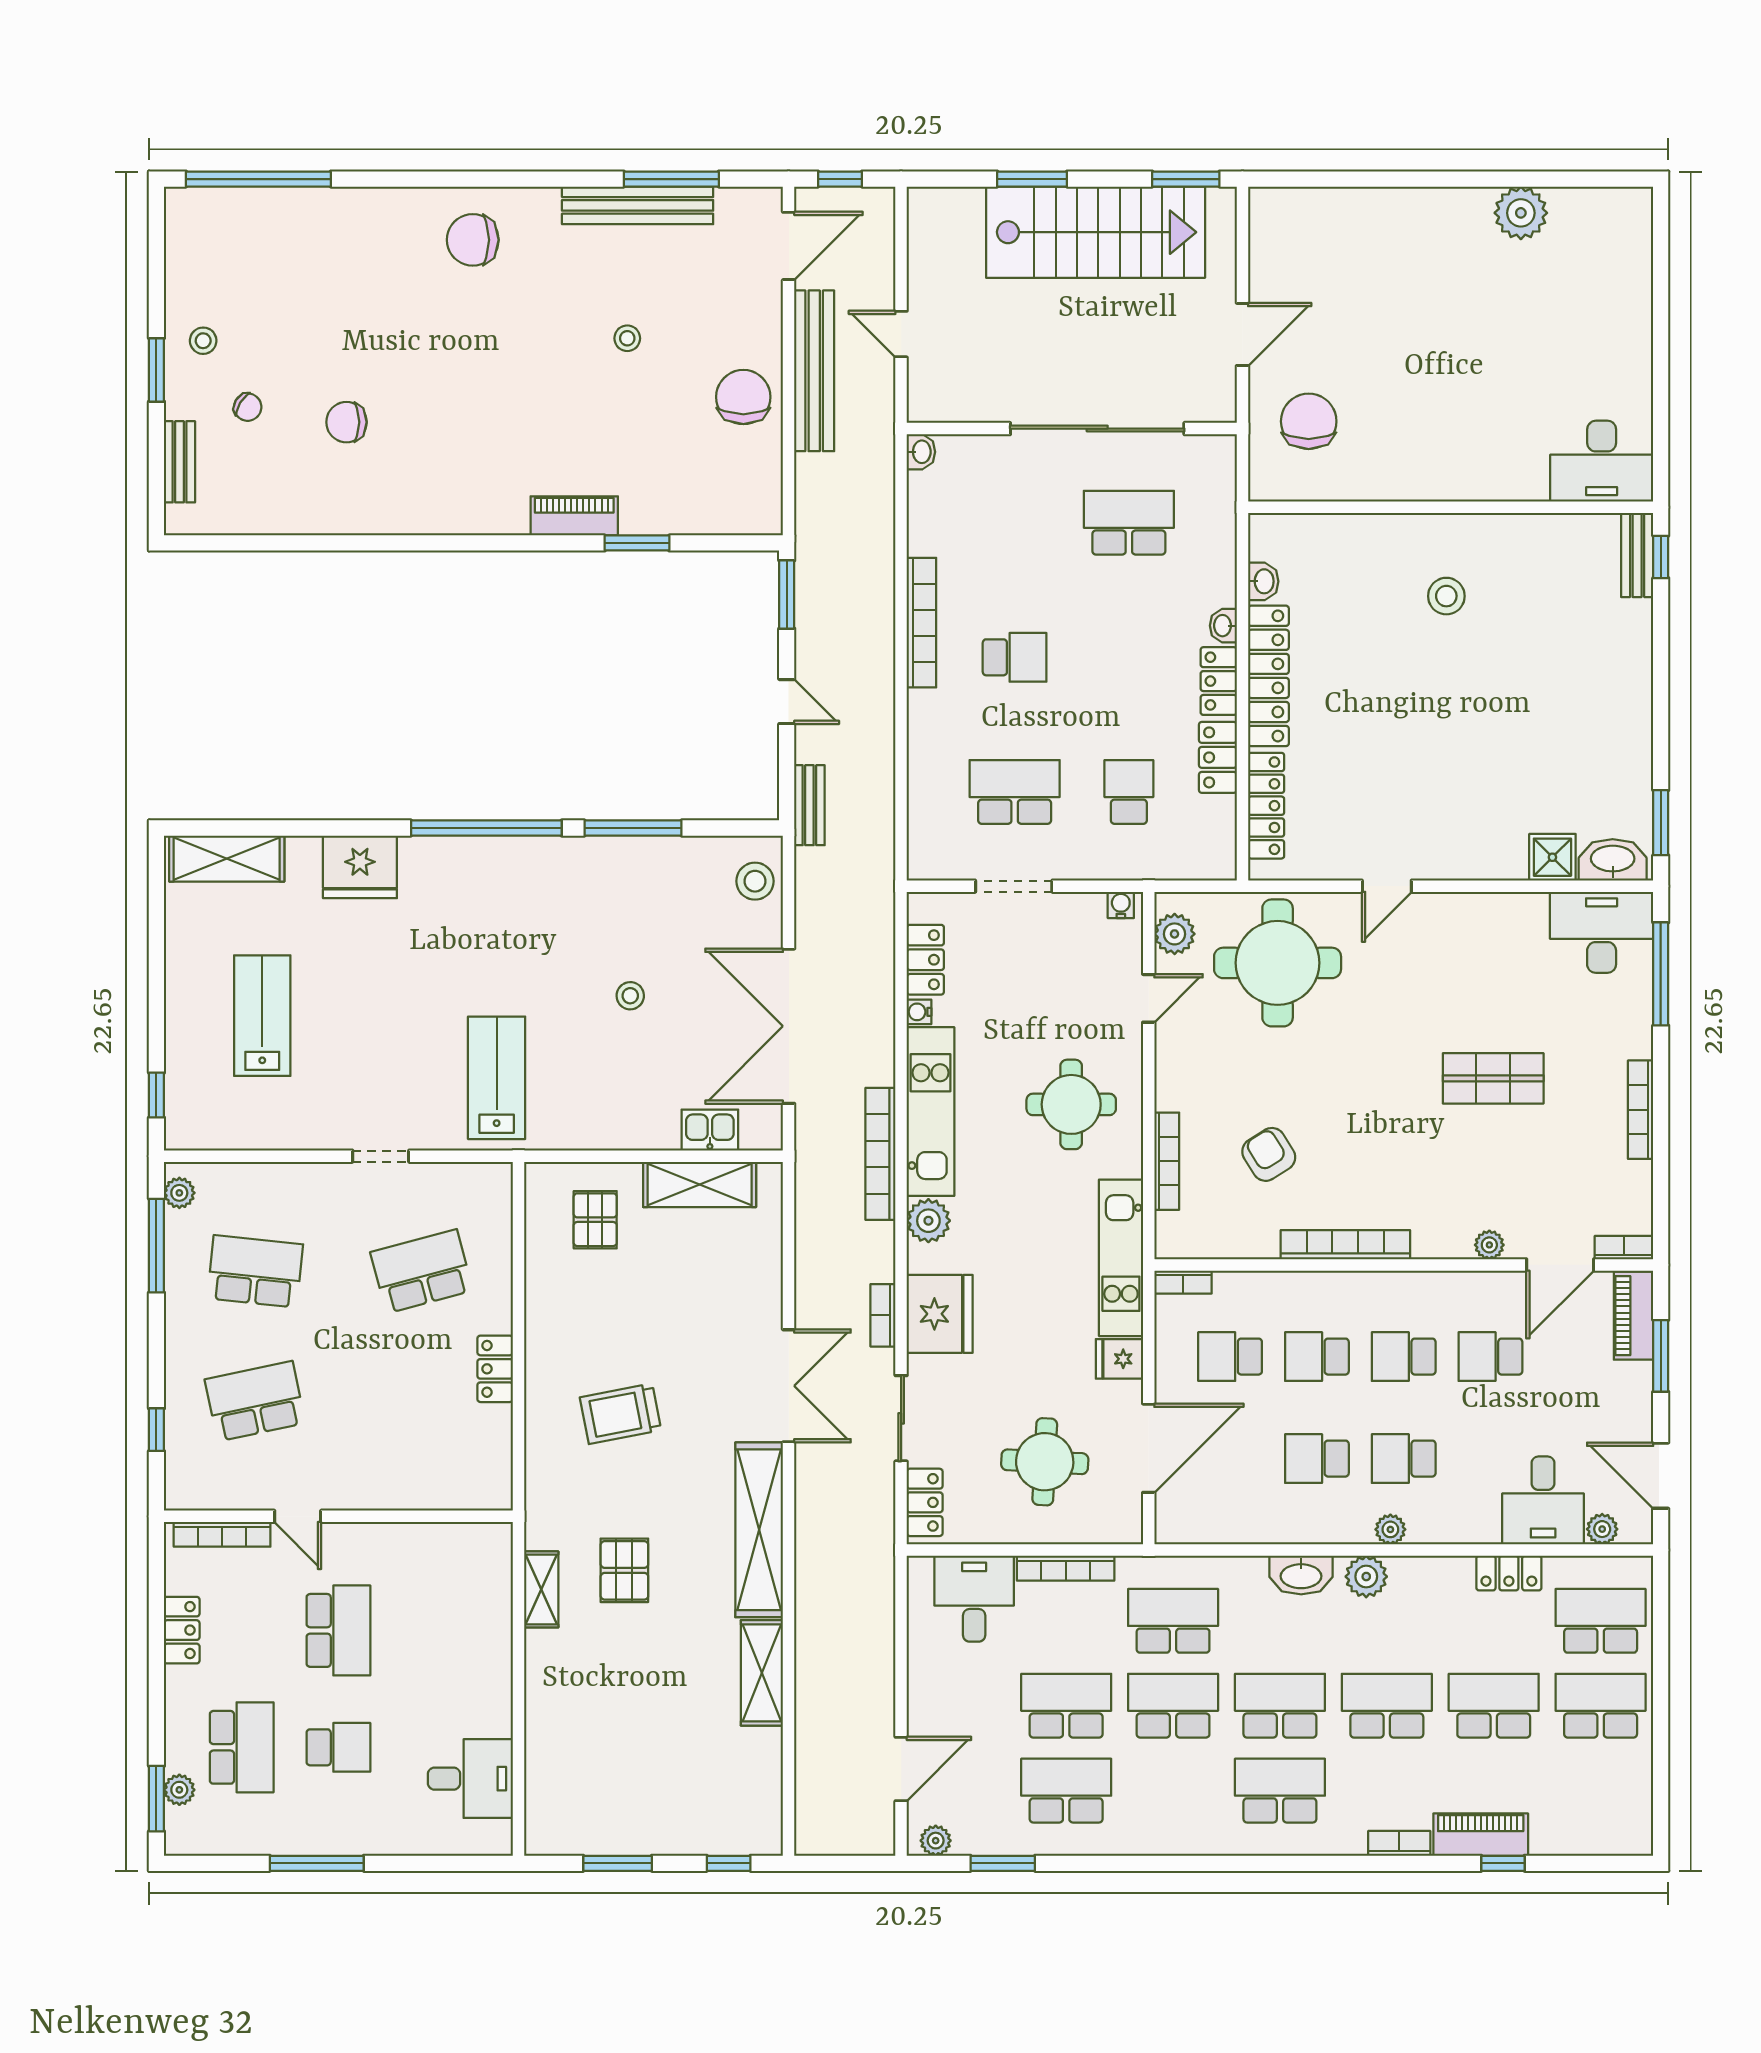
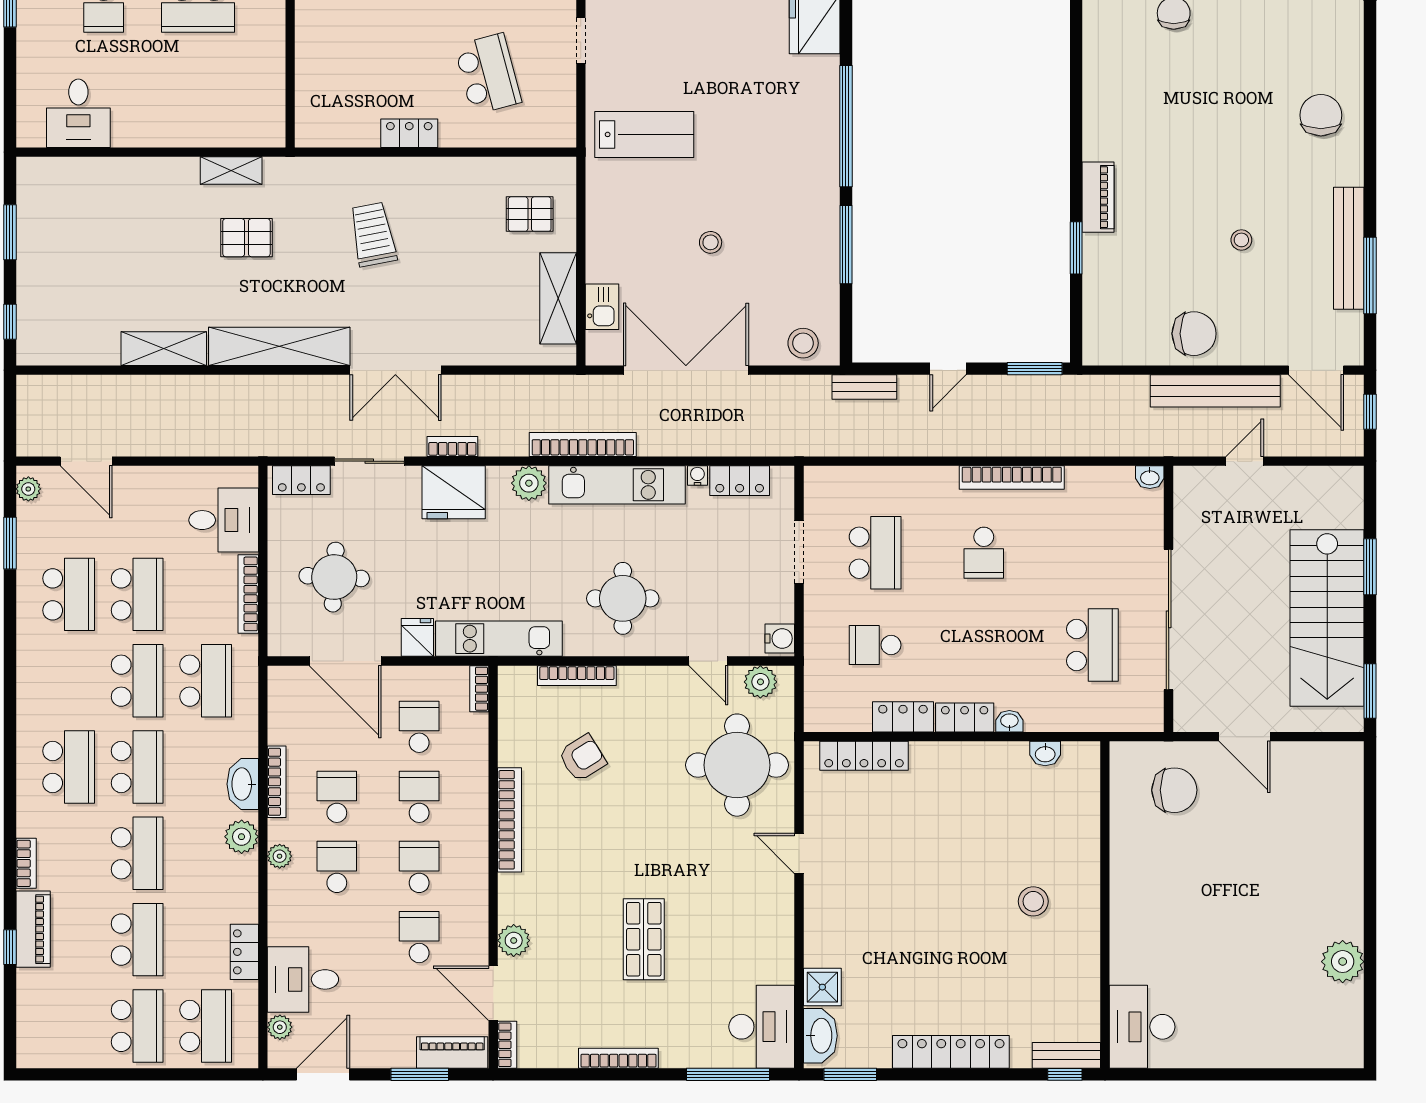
locker: (1268, 676) -> (951, 1052), moved, turned 180
school desk: (1129, 792) -> (875, 645), turned 180
water cooler: (1121, 905) -> (780, 638), width x1.38, depth x1.38
plant: (1489, 1245) -> (514, 940), width x1.38, depth x1.38
bookcase: (1298, 1533) -> (277, 782), added

